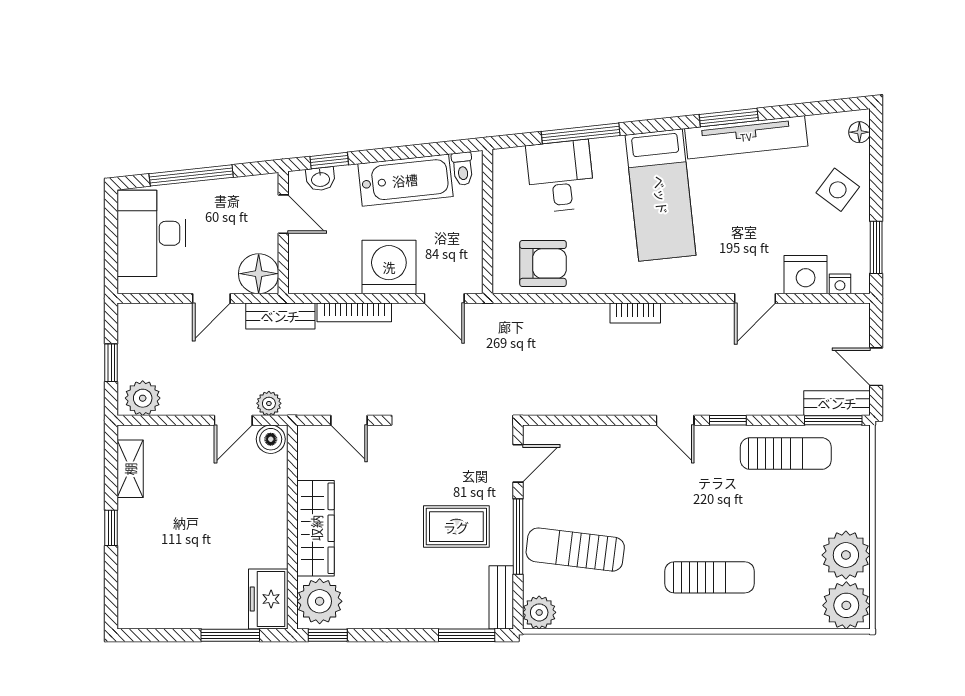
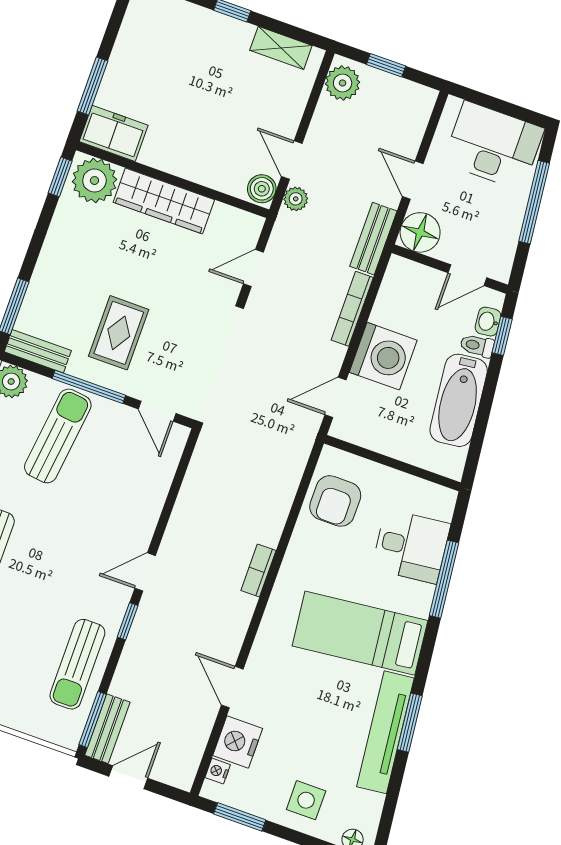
toilet: (463, 169) -> (477, 346), moved
side table: (838, 190) -> (306, 800), turned -37

